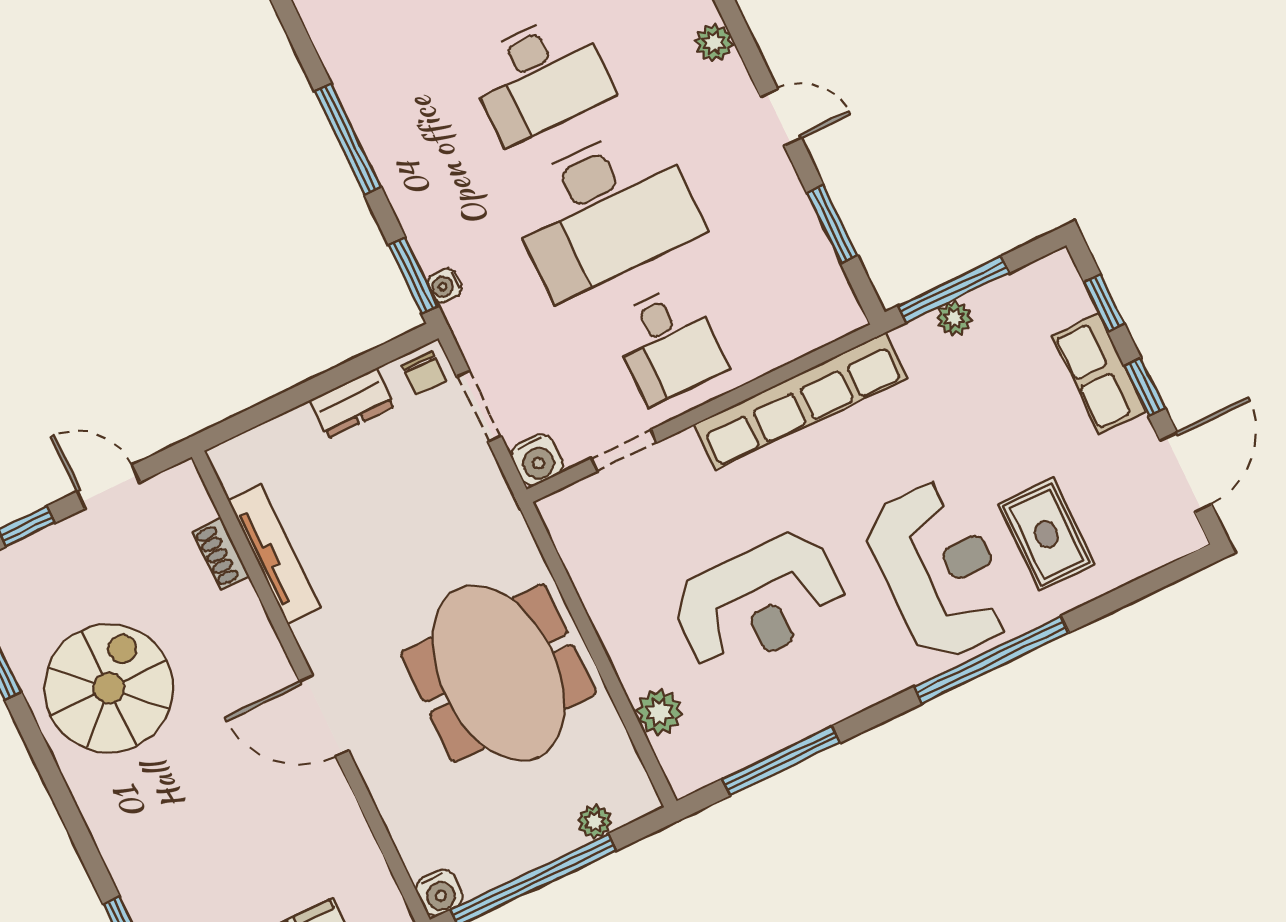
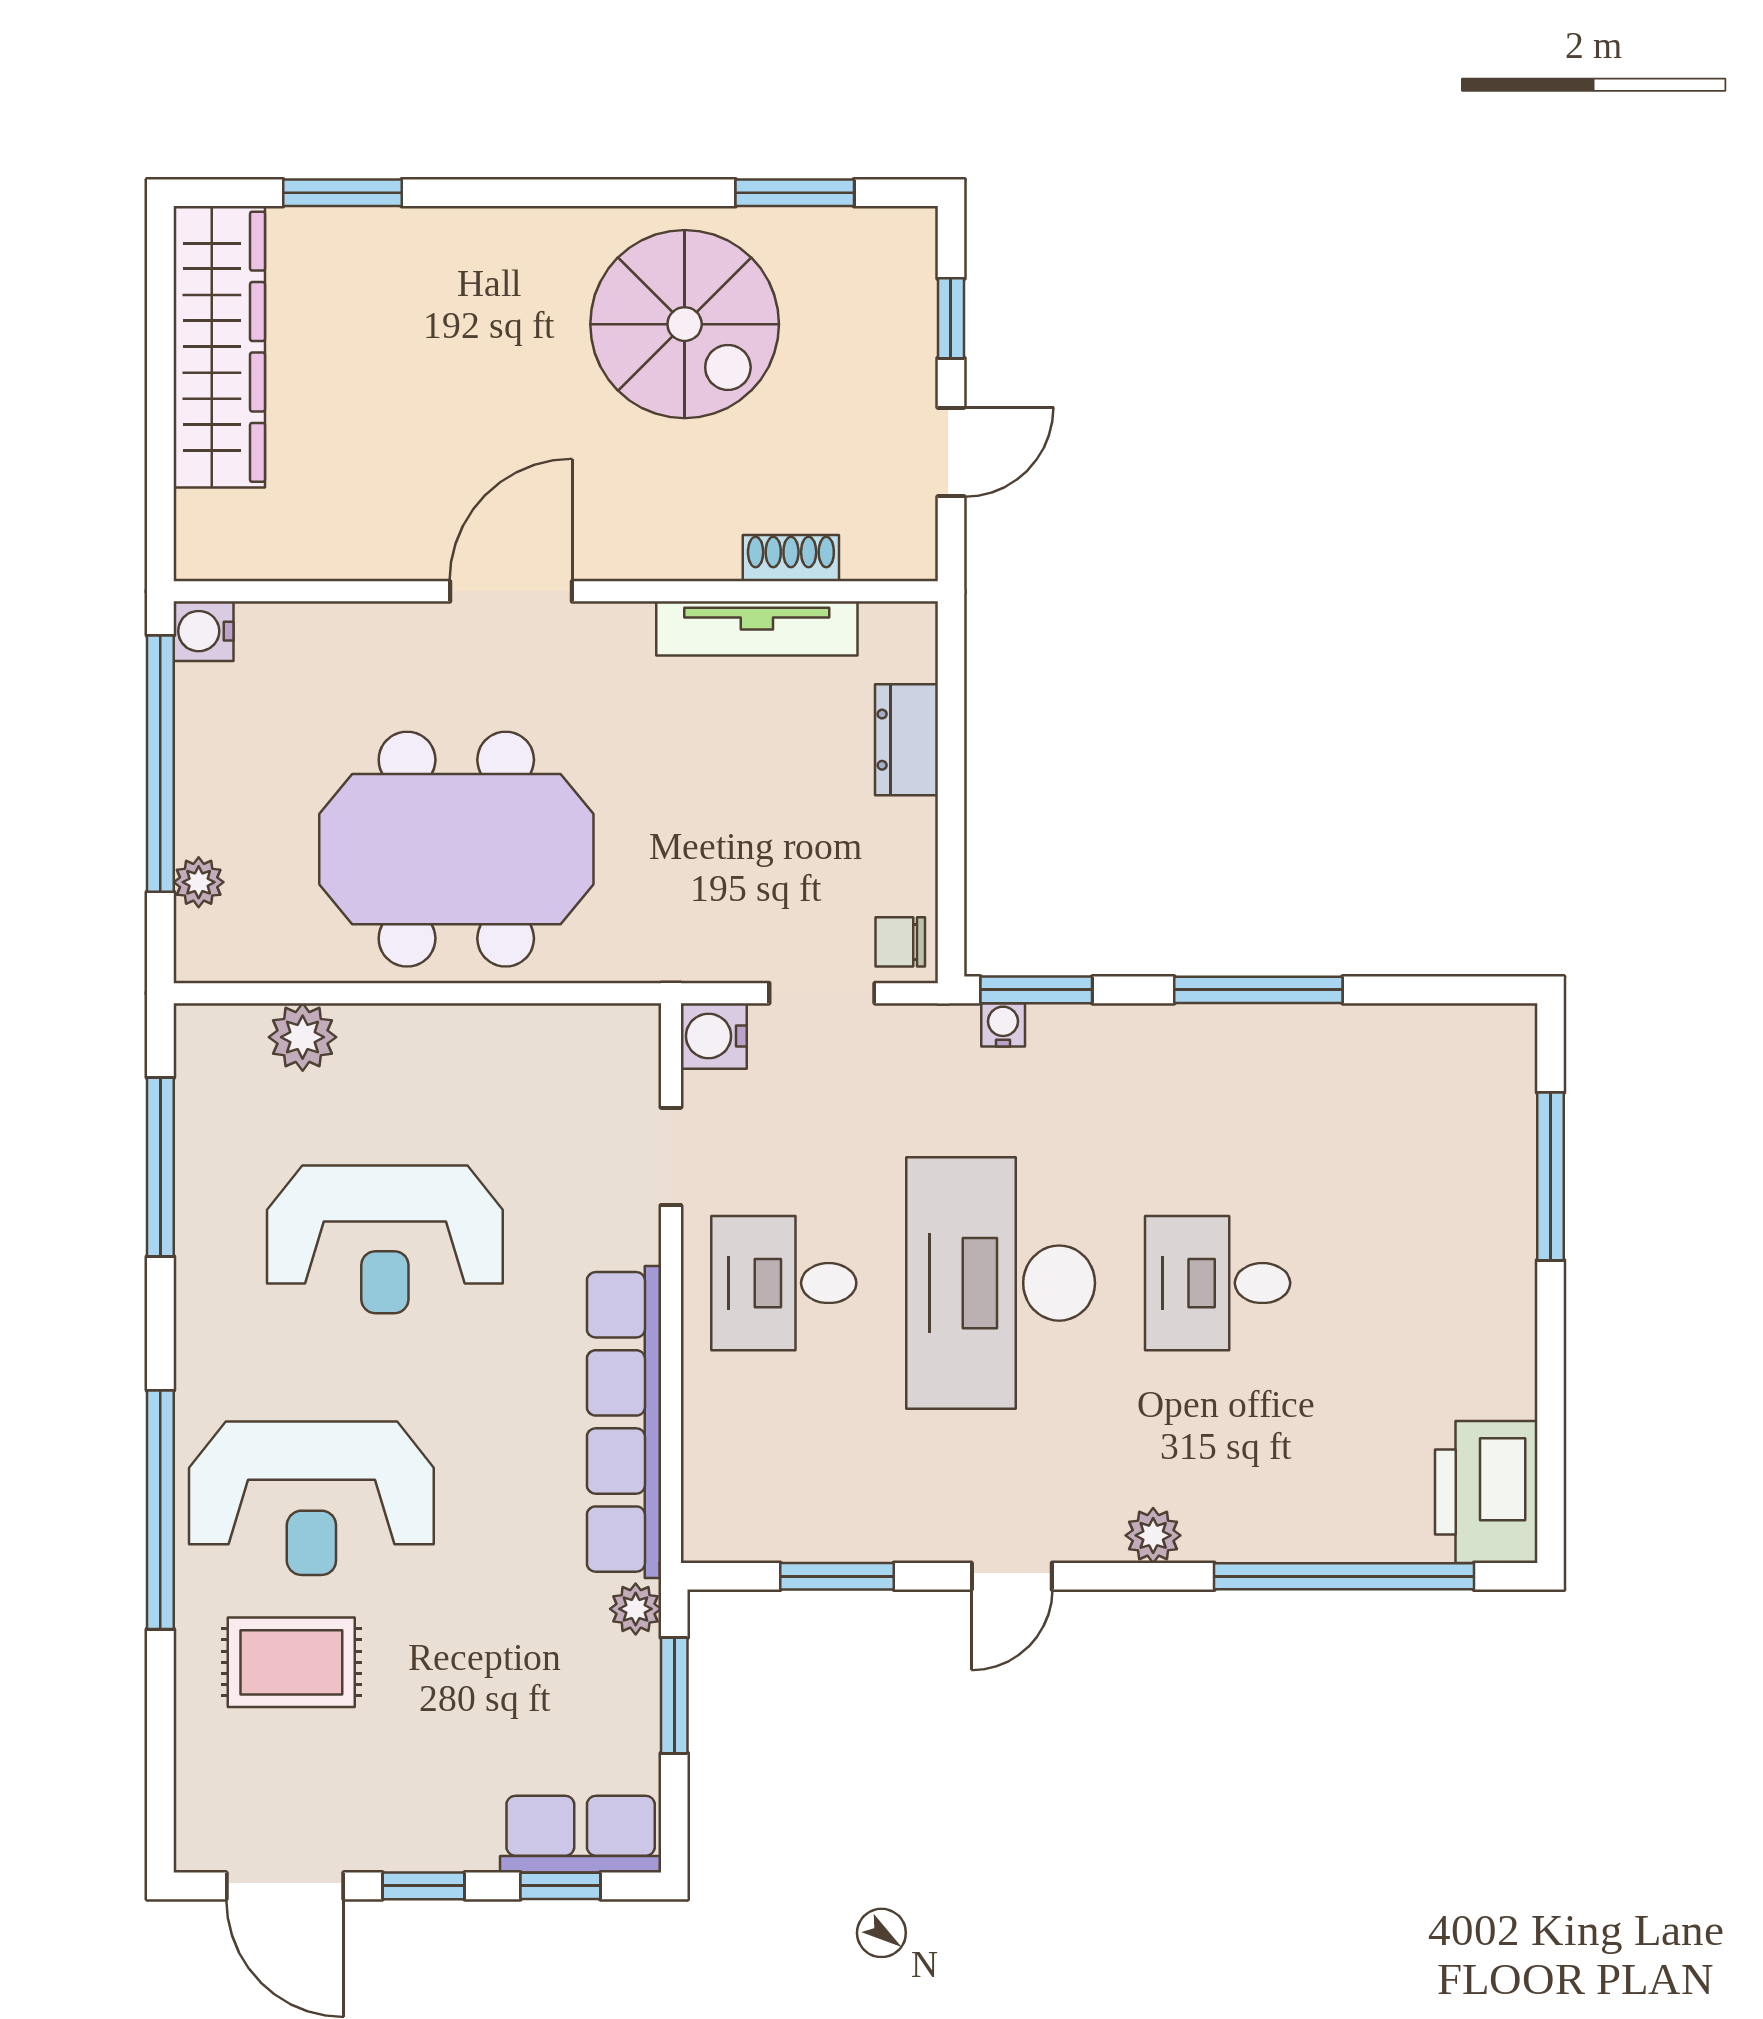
desk: (540, 78) -> (1218, 1283), width x0.73
window: (954, 289) -> (674, 1695), width x0.69
plant: (954, 318) -> (636, 1609), moved
row of seats: (1099, 374) -> (581, 1834), moved
dresser: (352, 403) -> (906, 740), moved
reception desk: (759, 602) -> (385, 1239), turned -90

